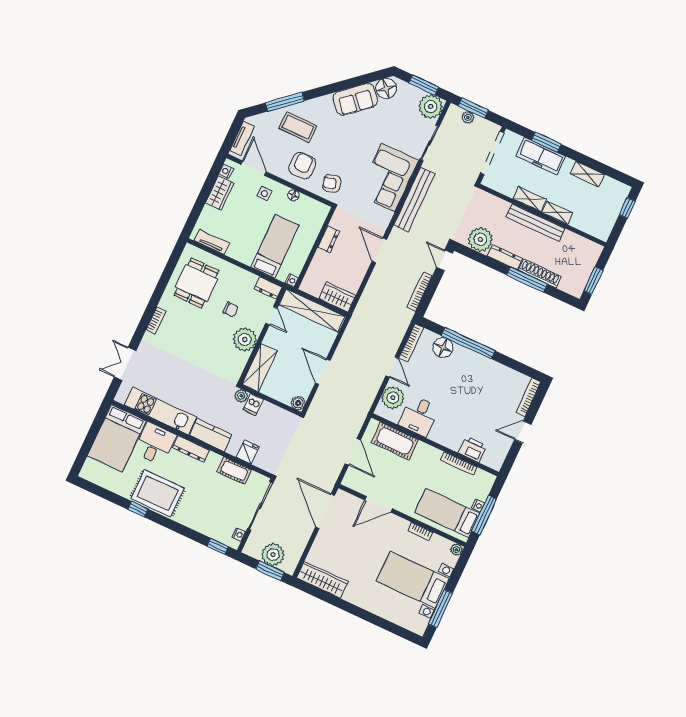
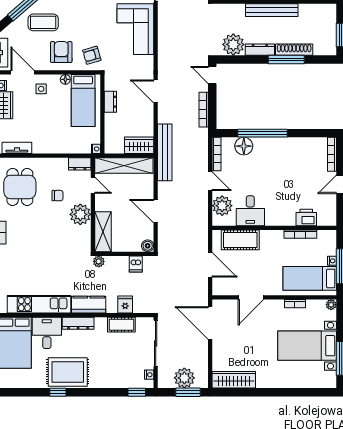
bench: (414, 199) -> (165, 152), moved
bed: (275, 246) -> (83, 101), moved, turned 180
dishwasher: (253, 405) -> (136, 264), moved

